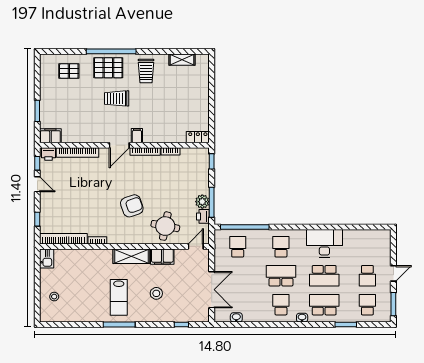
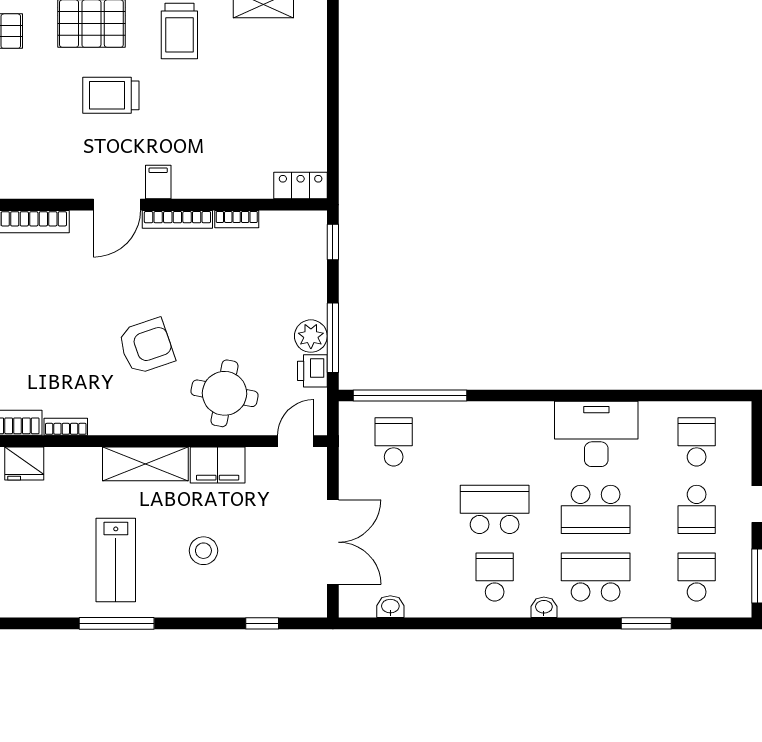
school desk: (281, 247) -> (697, 442), moved
fridge: (80, 256) -> (24, 464), added

